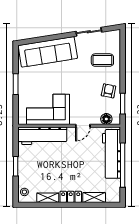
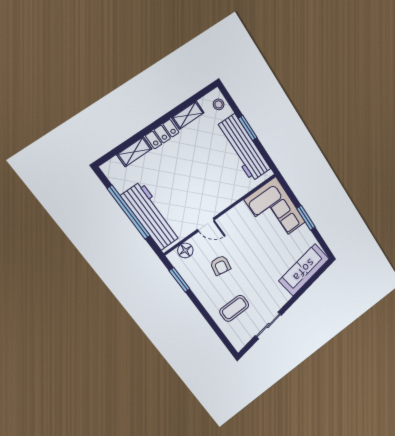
sofa: (48, 52) -> (304, 270), width x0.74, depth x0.79
armchair: (109, 91) -> (220, 265), moved
corner sofa: (48, 109) -> (275, 211), moved, turned 90
door: (83, 126) -> (206, 225), swing flipped
workbench: (42, 136) -> (243, 148), moved, turned -90

